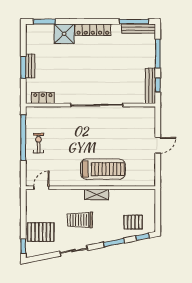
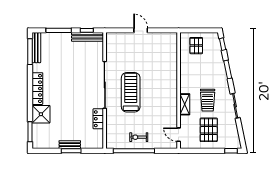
locker: (43, 98) -> (98, 119), moved
treadmill: (103, 169) -> (131, 92), moved
shelving: (97, 194) -> (185, 104), moved
pallet: (133, 222) -> (196, 46), moved
pallet: (41, 232) -> (209, 130), moved

